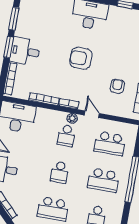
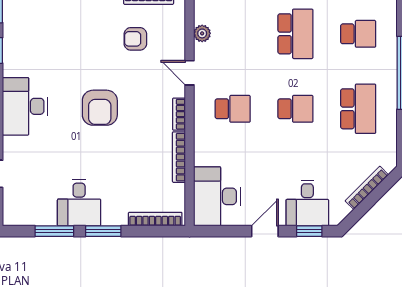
desk: (25, 51) -> (79, 203), moved
door: (92, 114) -> (190, 73), hinge flipped
plant: (72, 118) -> (202, 33), moved
school desk: (110, 144) -> (233, 34), removed

